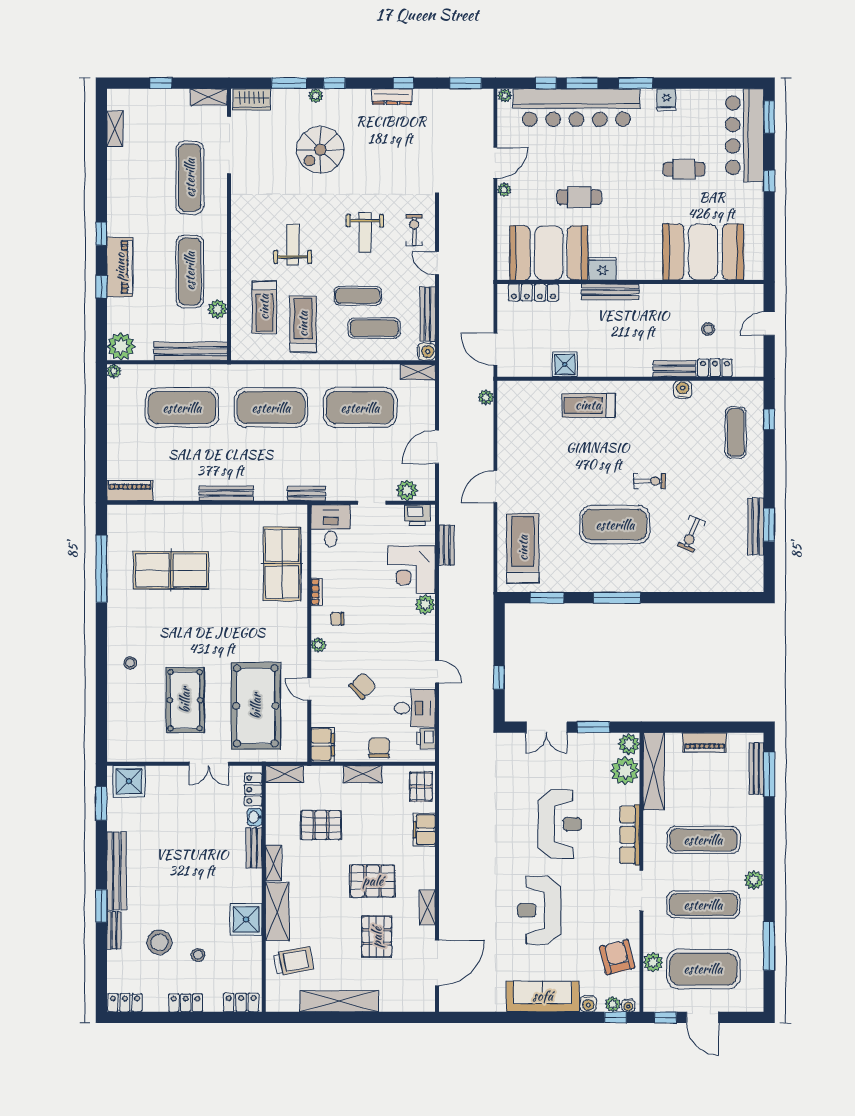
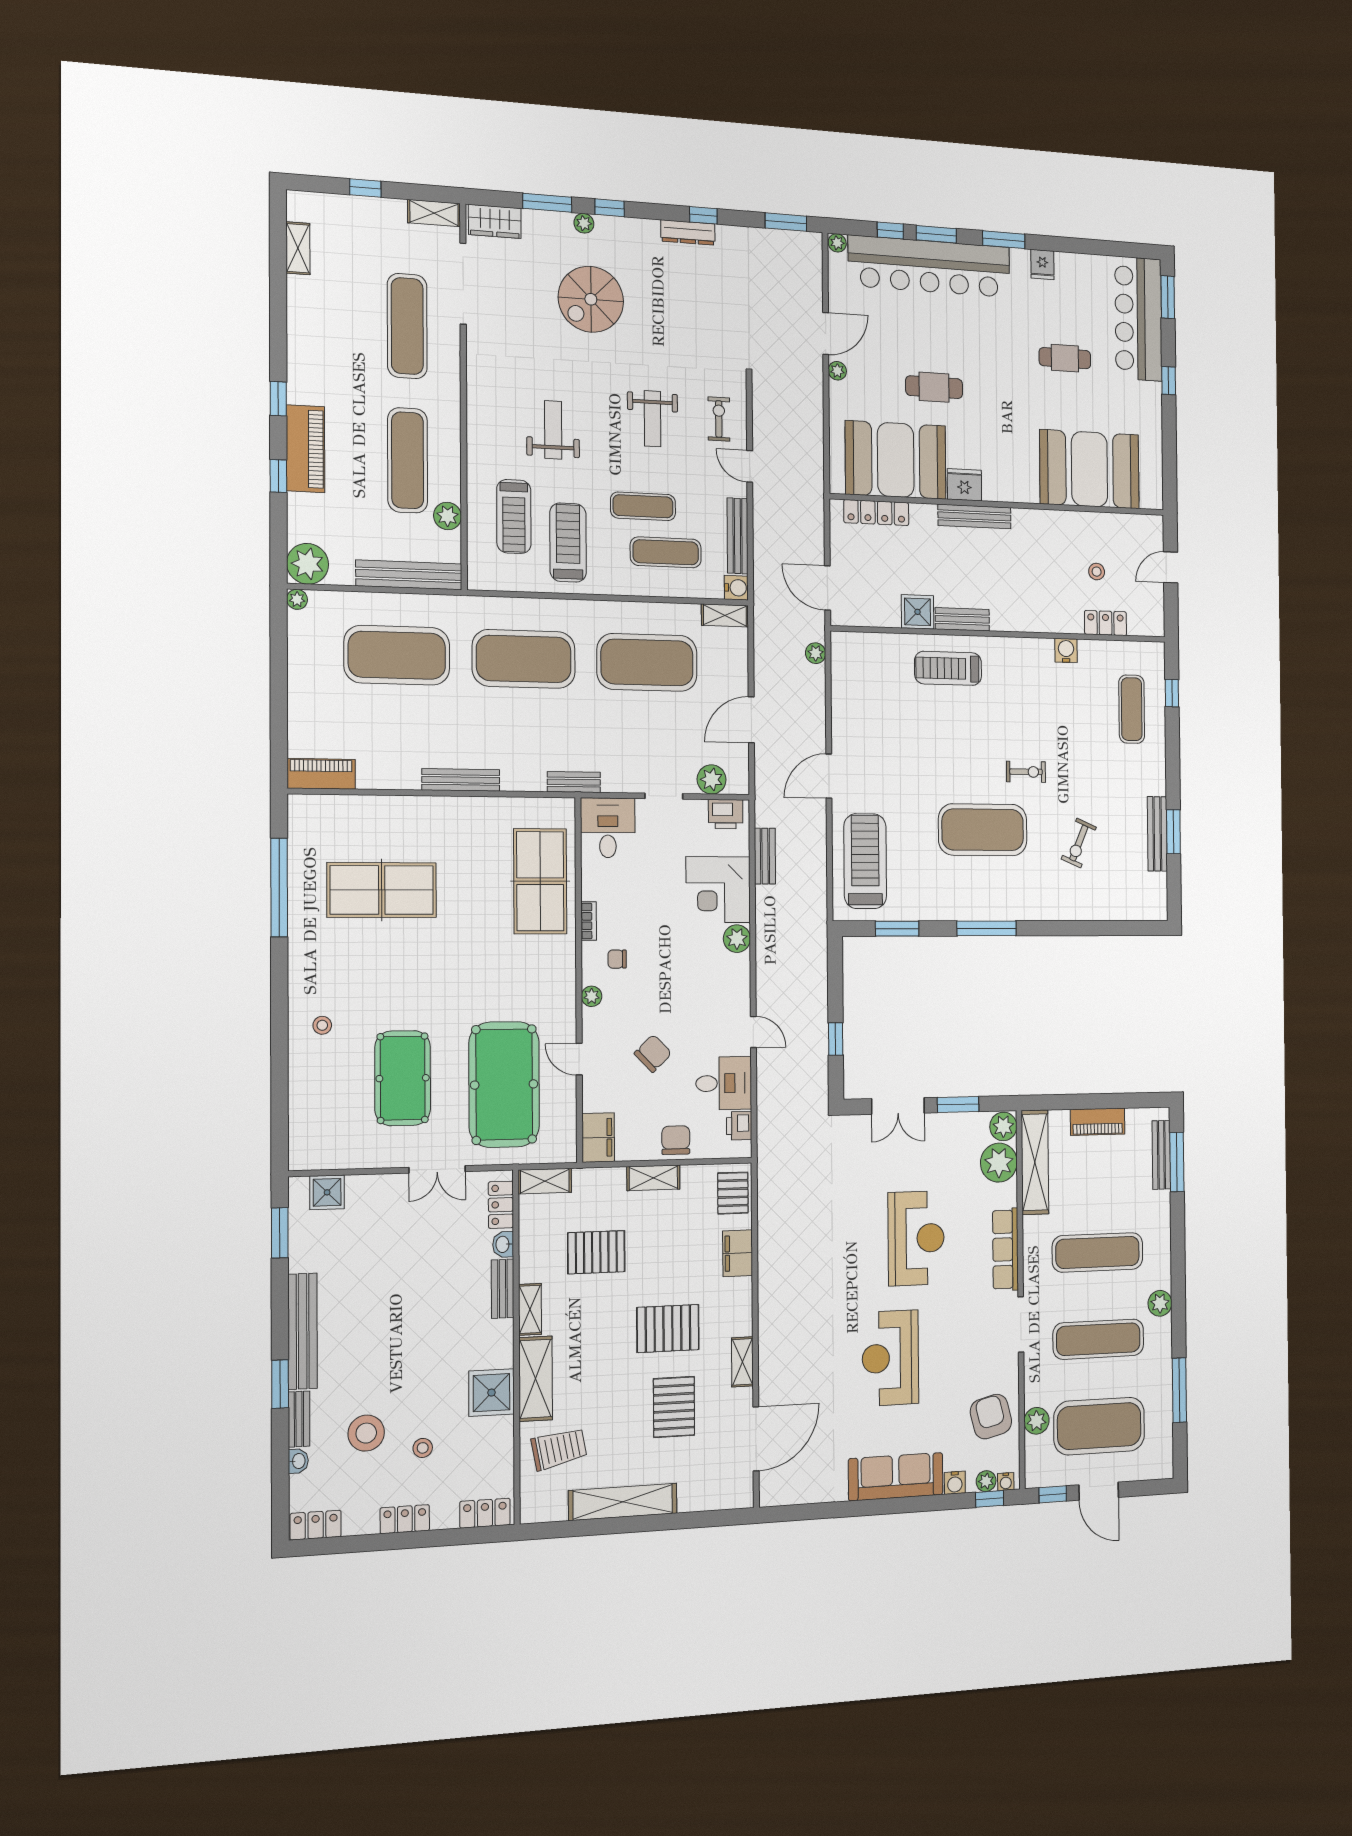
bench: (674, 369) -> (962, 619), moved
shower: (129, 781) -> (327, 1192), width x0.73, depth x0.73
washbasin: (113, 959) -> (298, 1461), added

